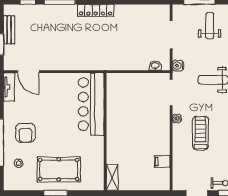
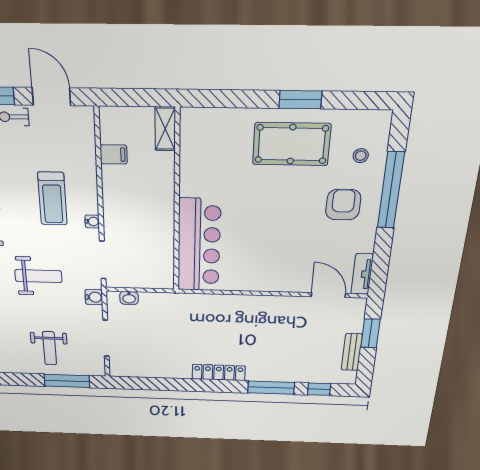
bar counter: (91, 104) -> (199, 245), moved
wall: (105, 132) -> (177, 203), moved
shelving: (112, 177) -> (165, 129), moved

